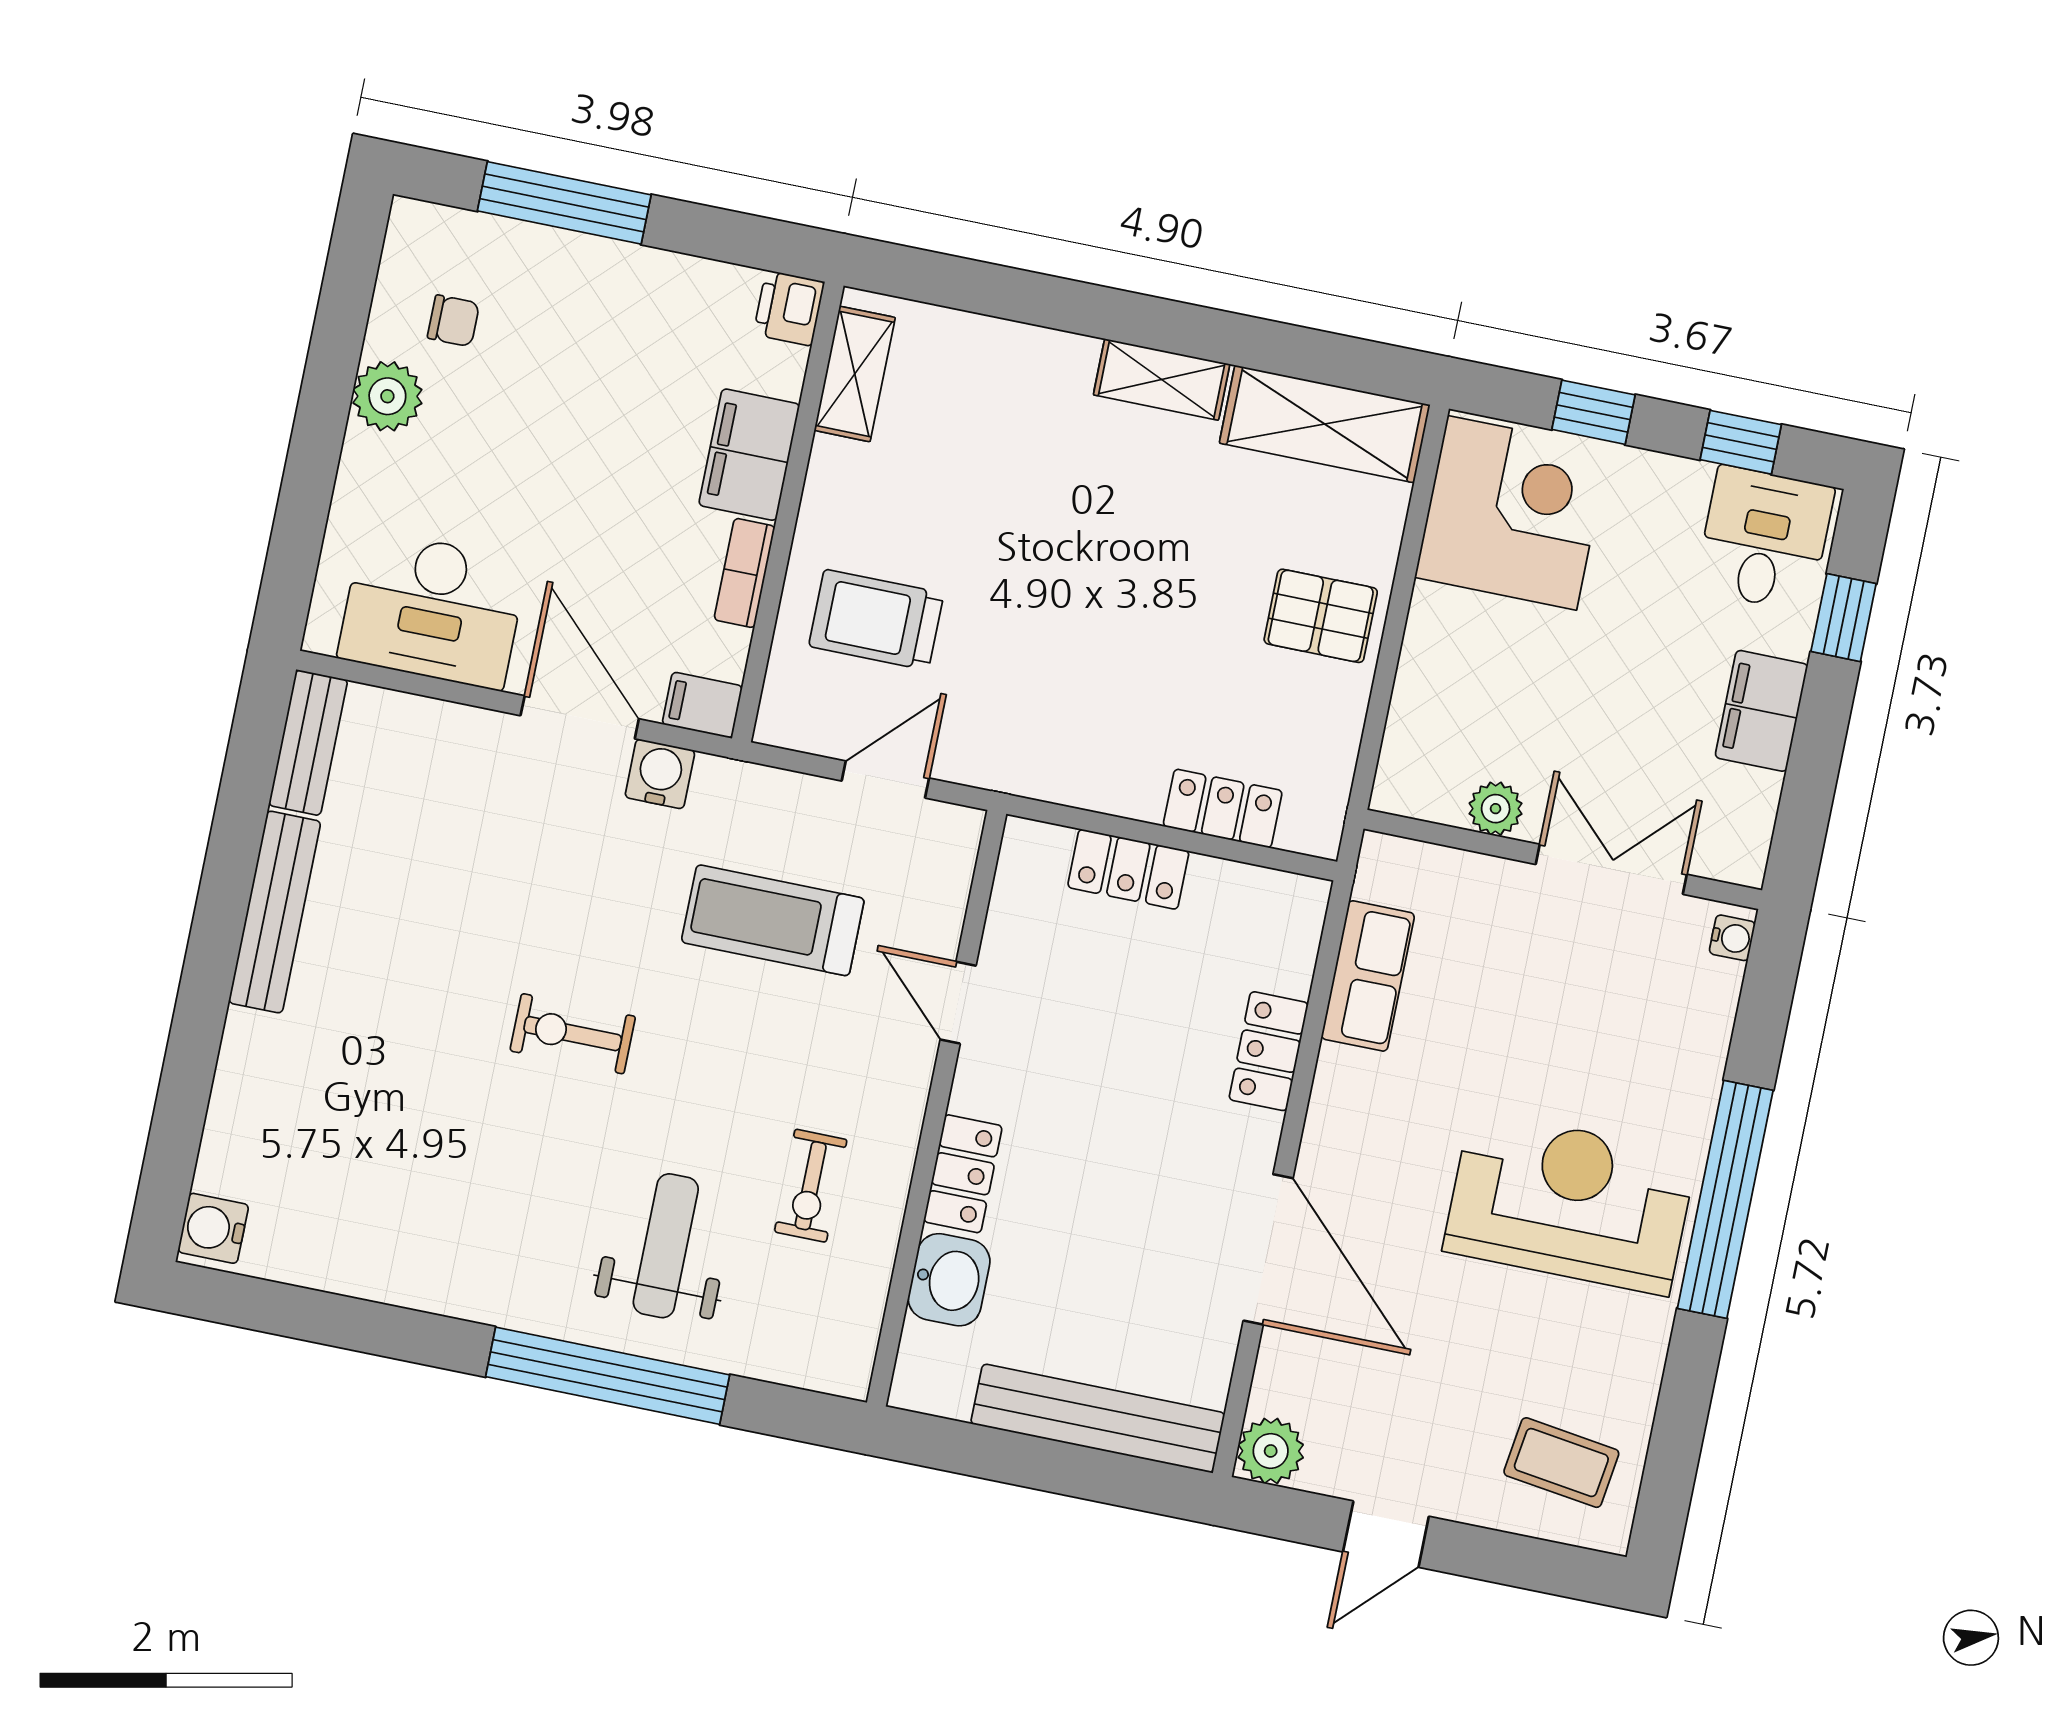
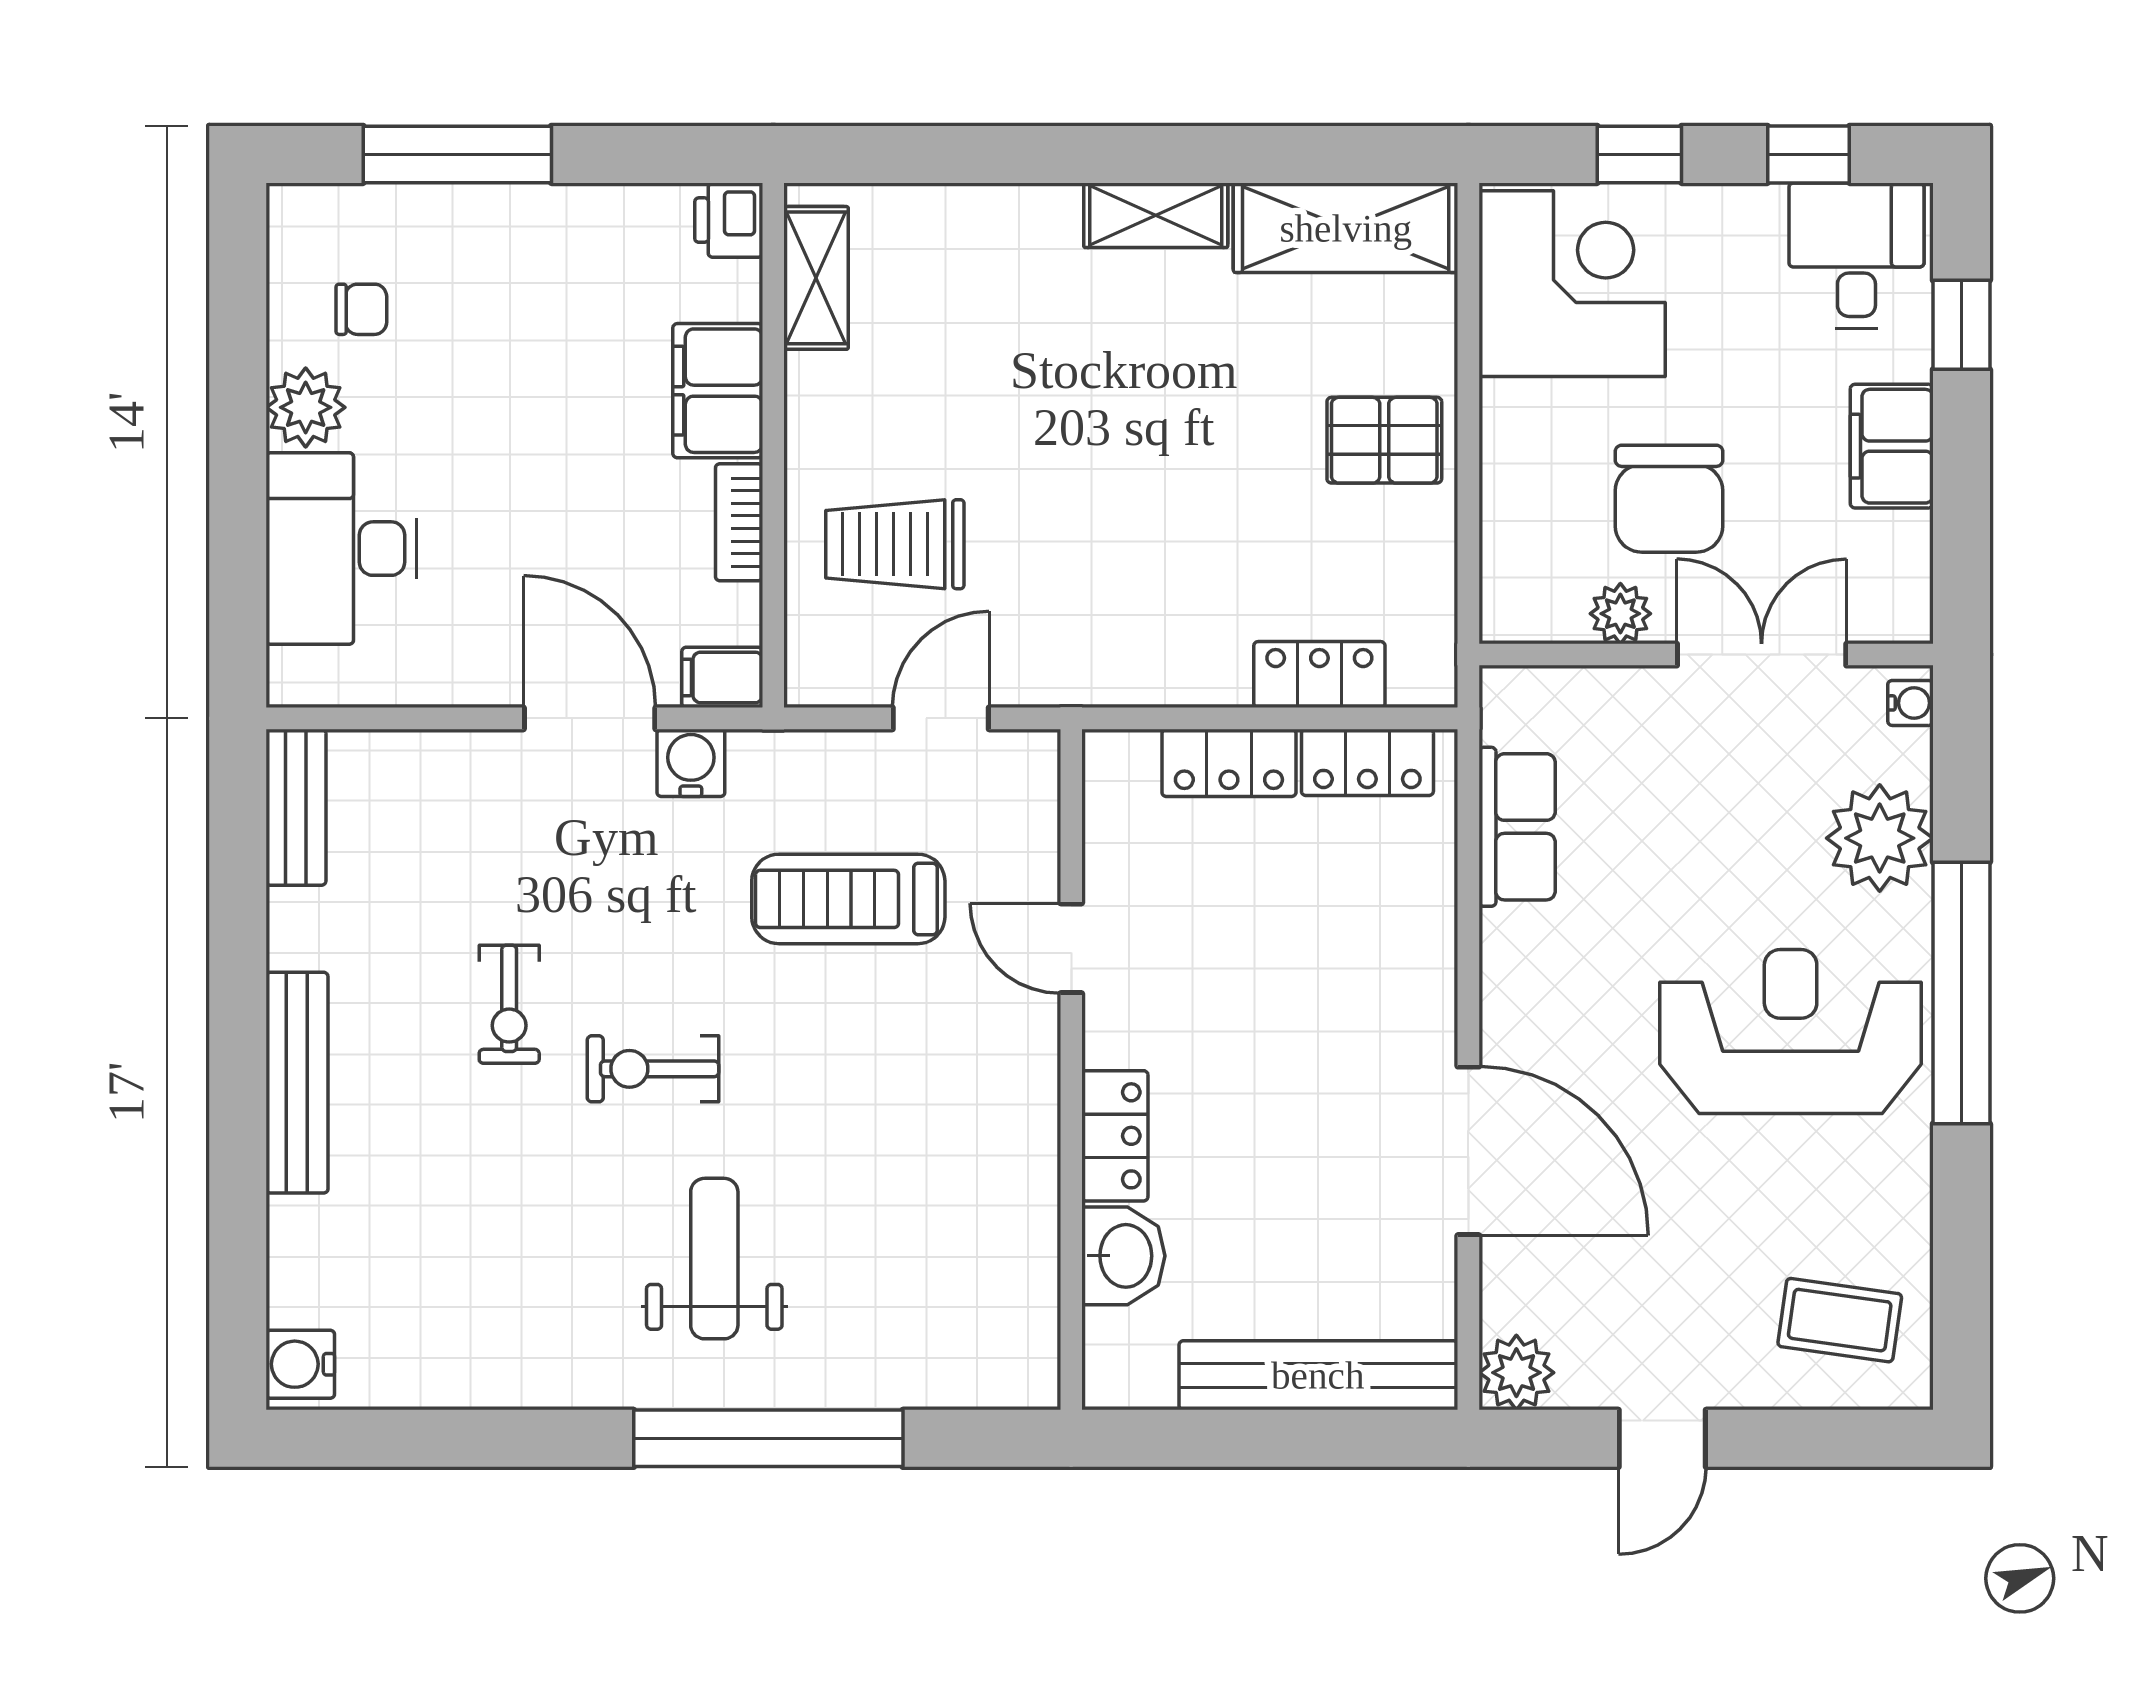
desk: (433, 609) -> (341, 549), moved, turned 90
chair: (1558, 717) -> (1669, 499), added
bench: (275, 912) -> (297, 1083), moved
plant: (1682, 1050) -> (1880, 838), added
locker: (1269, 1051) -> (1367, 762), moved, turned -90
exercise bike: (811, 1186) -> (509, 1004), moved
weight bench: (666, 1246) -> (714, 1259), moved

